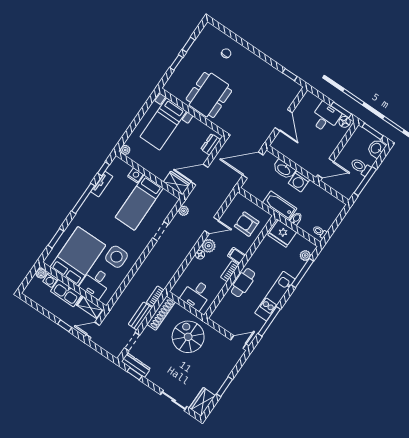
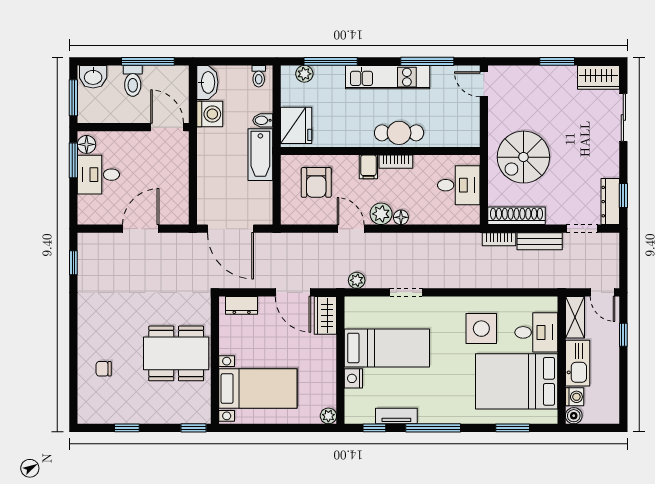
window: (176, 63) -> (194, 428), moved
washbasin: (284, 169) -> (207, 82), moved
washing machine: (299, 181) -> (210, 114), moved

